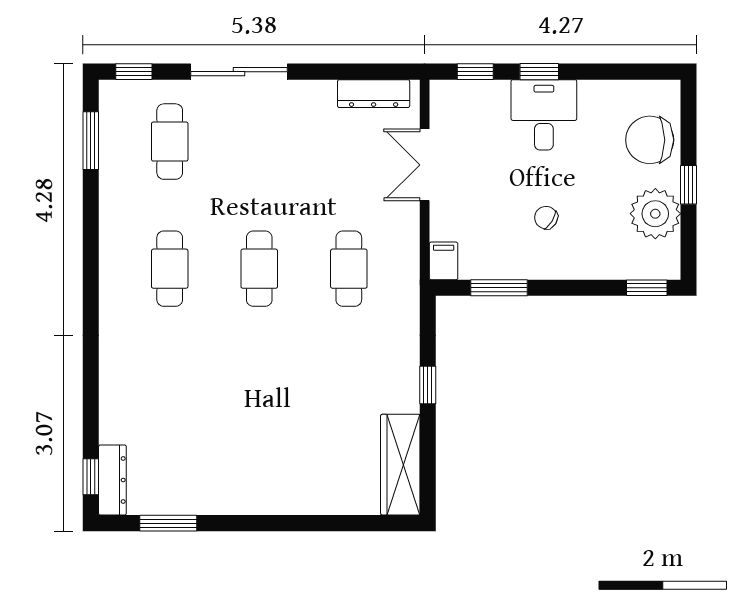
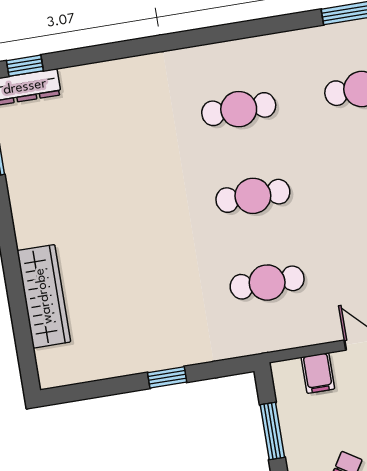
filing cabinet: (444, 261) -> (318, 373), moved, turned 90
wardrobe: (400, 465) -> (44, 296), moved, turned 90

